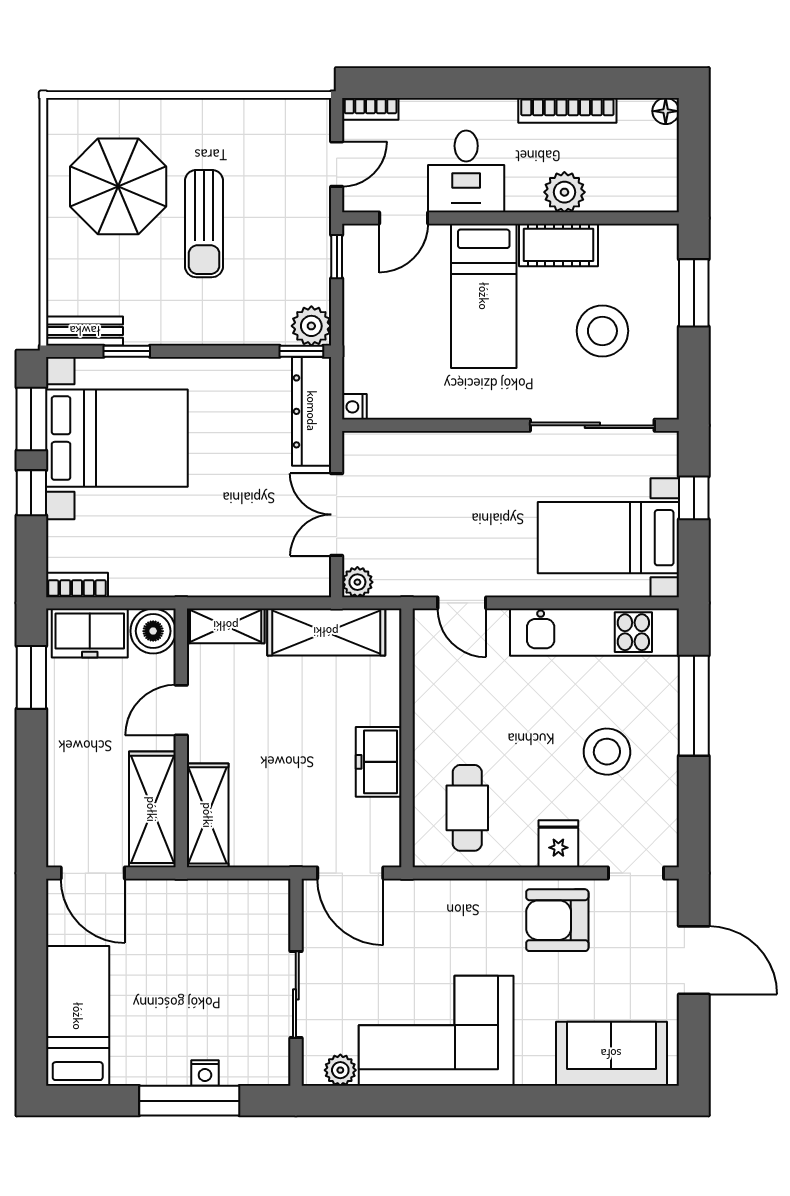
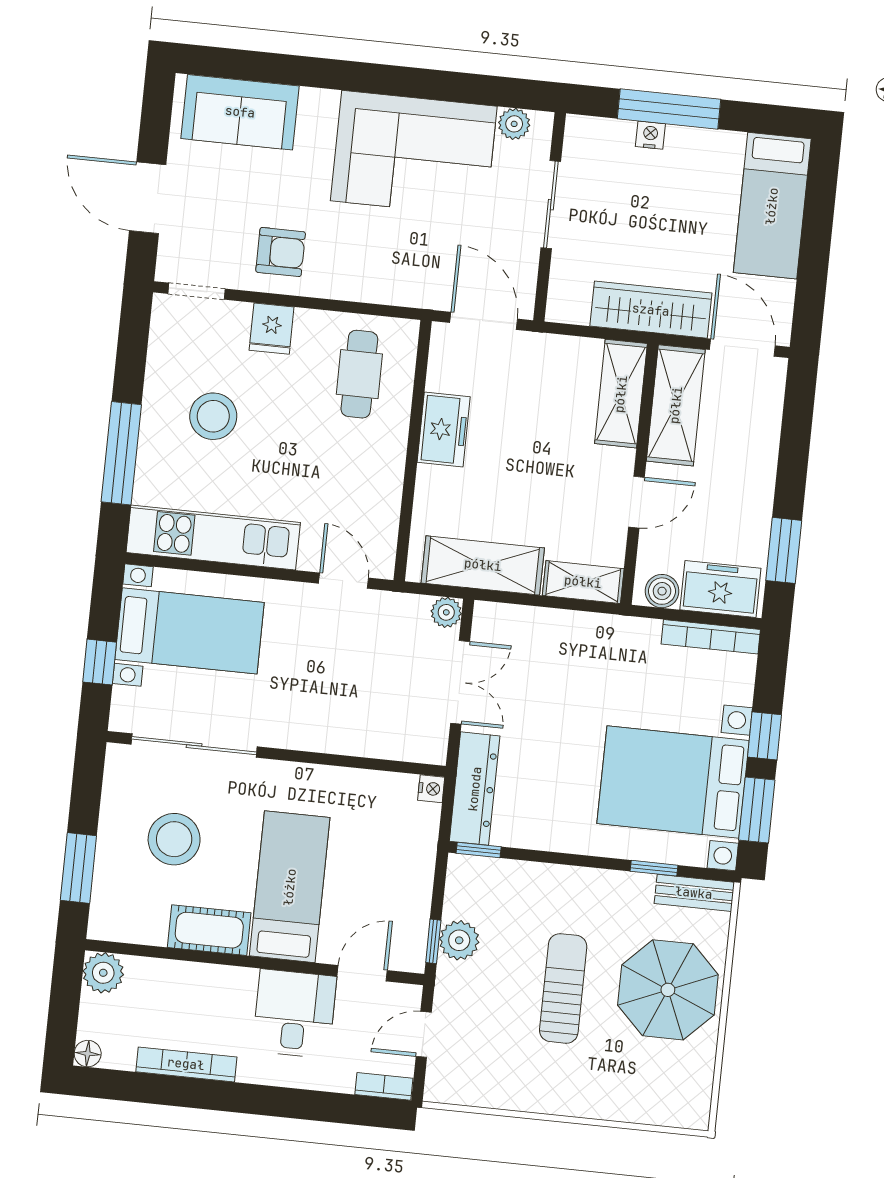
parasol: (118, 186) -> (668, 990), moved
plant: (564, 192) -> (103, 973), moved
plant: (311, 326) -> (459, 940), moved
bookcase: (77, 585) -> (711, 637), width x1.56
boiler: (153, 631) -> (662, 591), width x0.73, depth x0.73
wardrobe: (187, 901) -> (651, 310), added
armchair: (557, 920) -> (281, 252), width x0.72, depth x0.72

